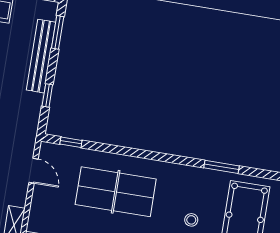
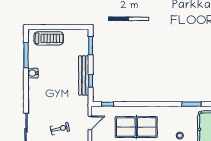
bench: (41, 56) -> (84, 75), moved
door: (34, 171) -> (90, 123), hinge flipped

